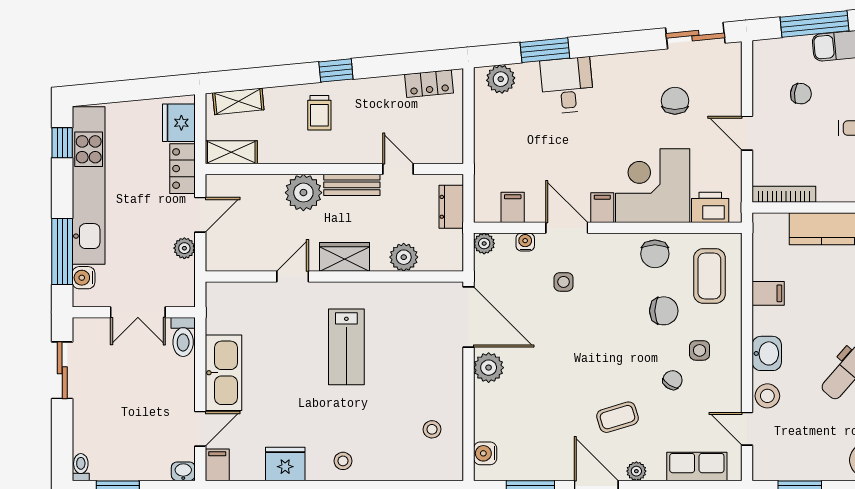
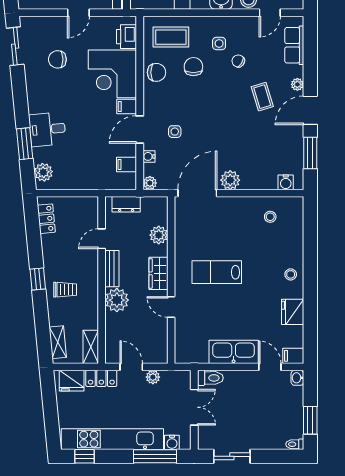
lab bench: (346, 347) -> (217, 272), turned 180

